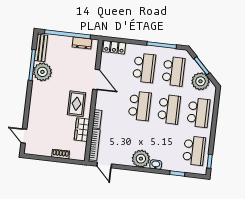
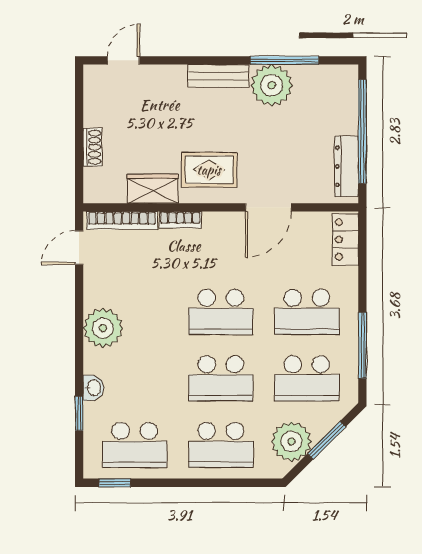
dresser: (82, 43) -> (347, 166), width x1.44
bench: (41, 48) -> (218, 76), moved
washbasin: (156, 165) -> (93, 388), moved

